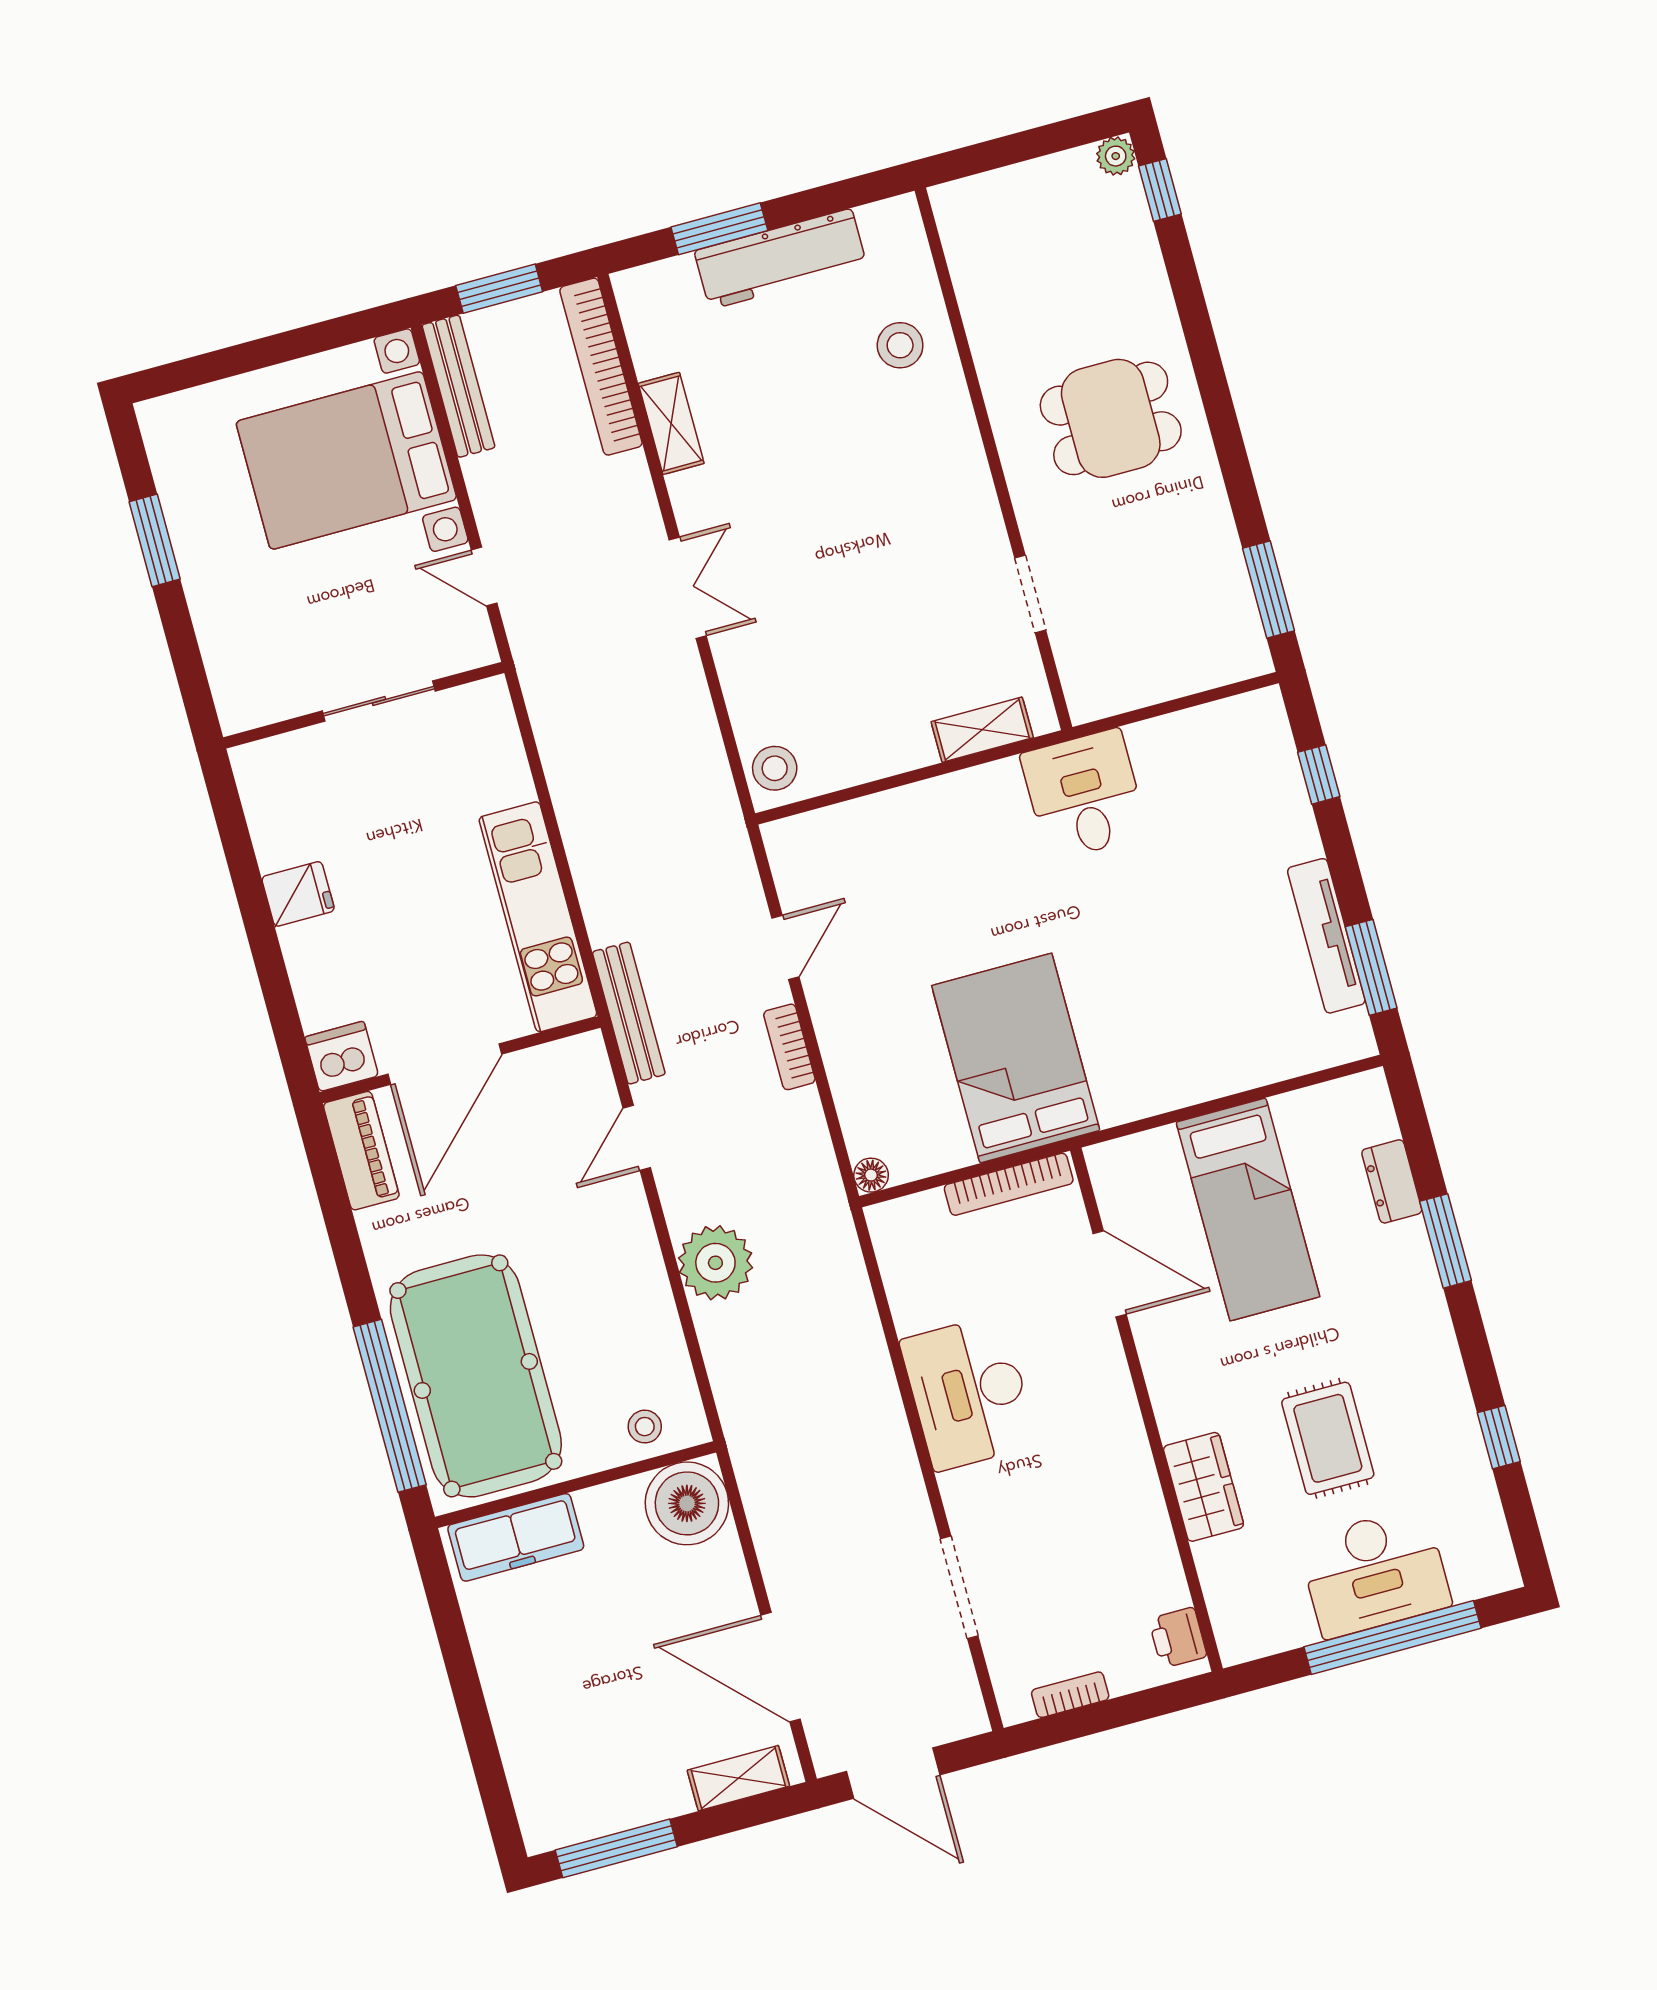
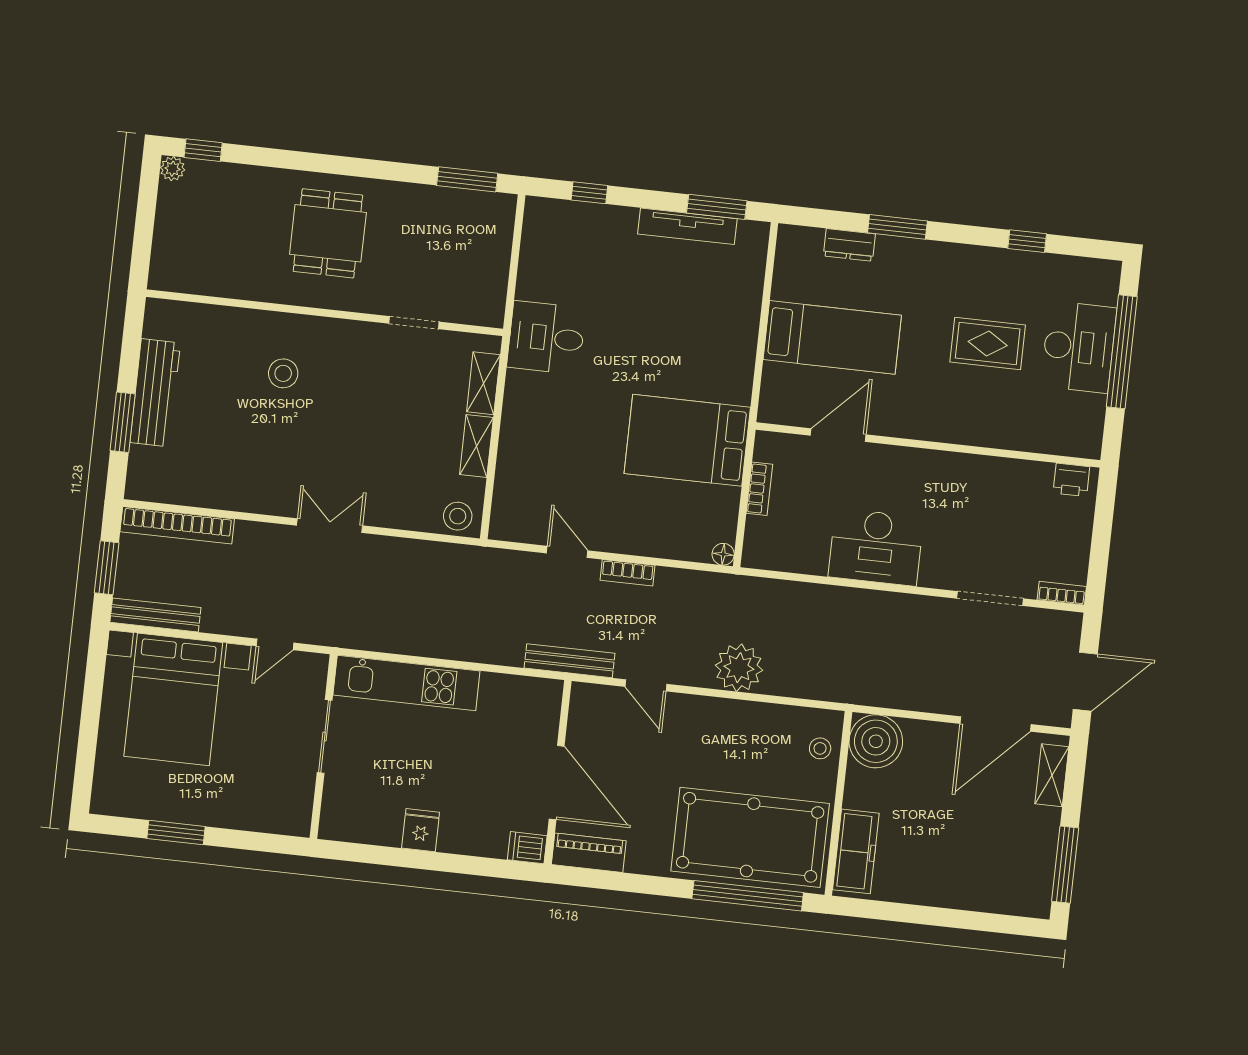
stool: (900, 345) -> (283, 373), moved
shelving: (671, 423) -> (476, 446), moved, turned 90
kitchen unit: (538, 917) -> (406, 683), moved
dishwasher: (342, 1056) -> (527, 848), width x0.73
bookcase: (1009, 1184) -> (759, 489), width x0.64
wardrobe: (1203, 1487) -> (987, 429), removed
bookcase: (1070, 1695) -> (1062, 593), moved, turned 90

